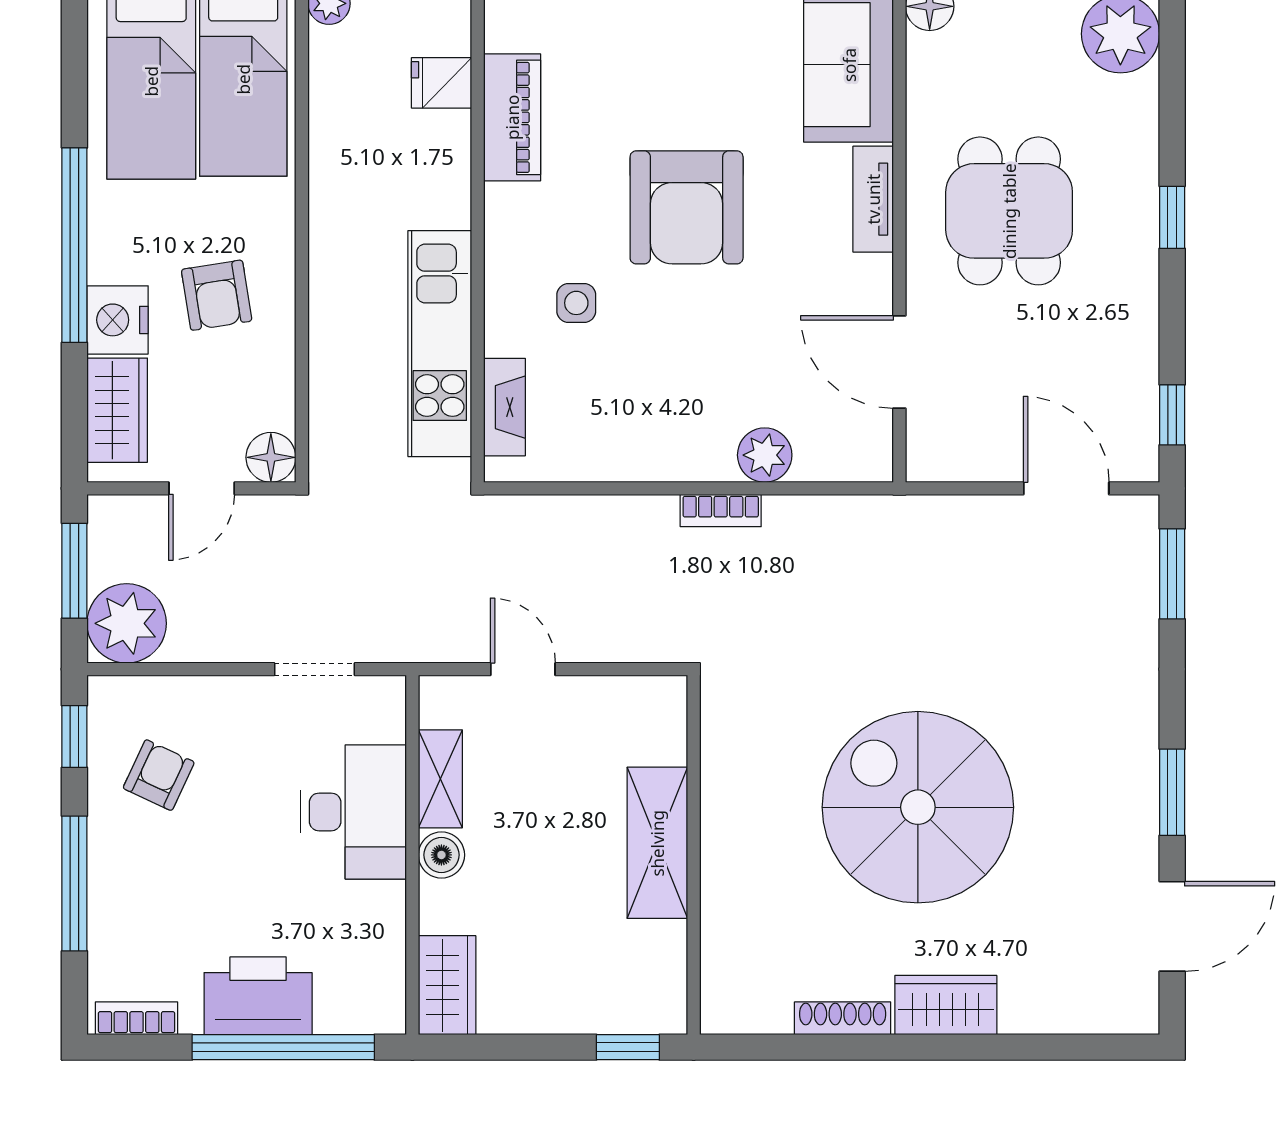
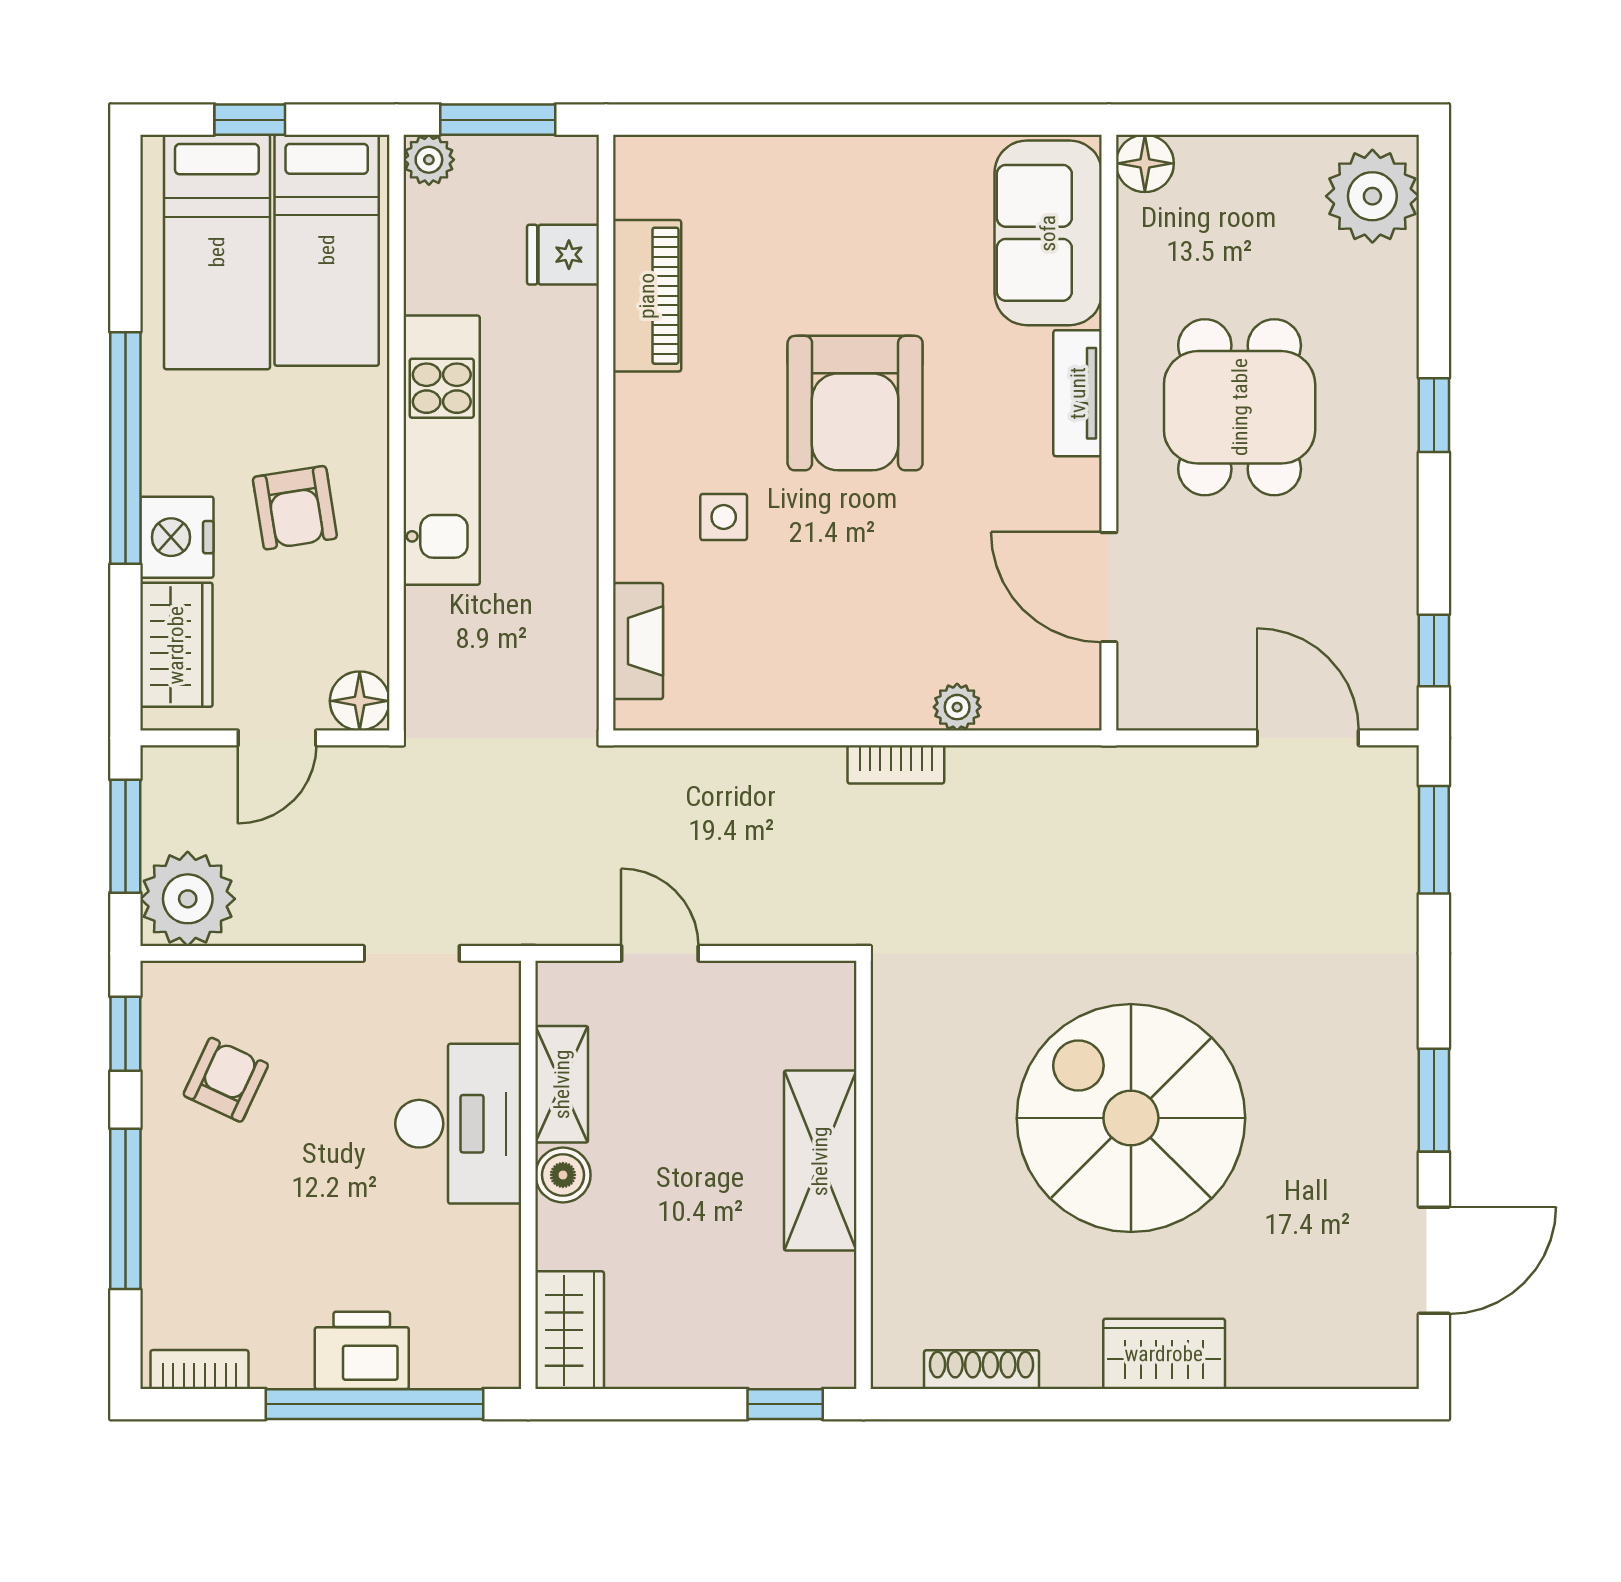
kitchen unit: (440, 344) -> (442, 450), moved, turned 180
plant: (765, 455) -> (957, 707), width x0.73, depth x0.73
printer: (258, 996) -> (362, 1350), width x0.73, depth x0.84
shoe rack: (843, 1018) -> (982, 1370), moved

